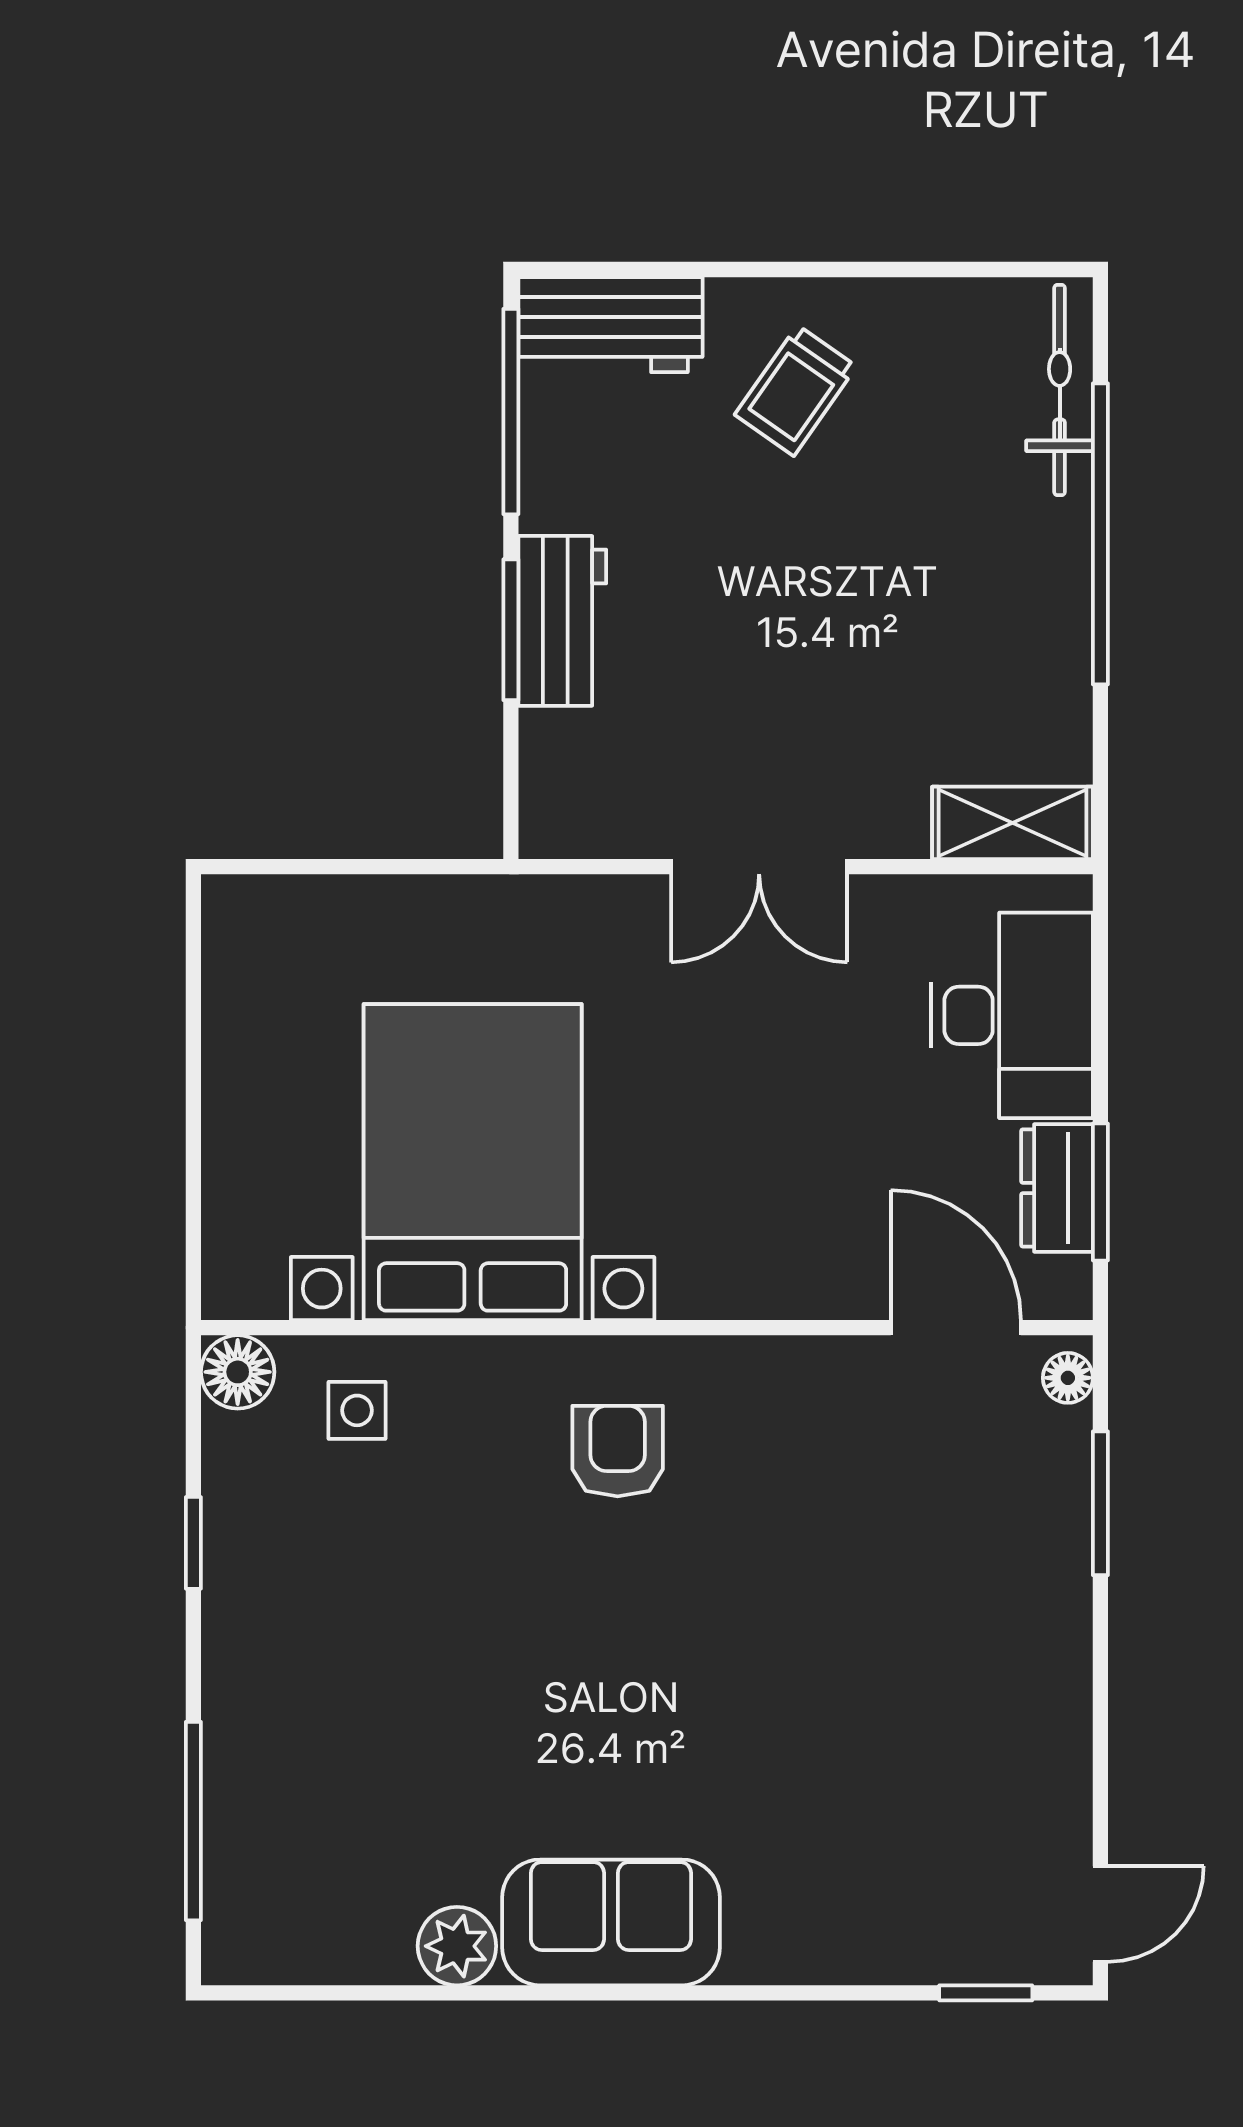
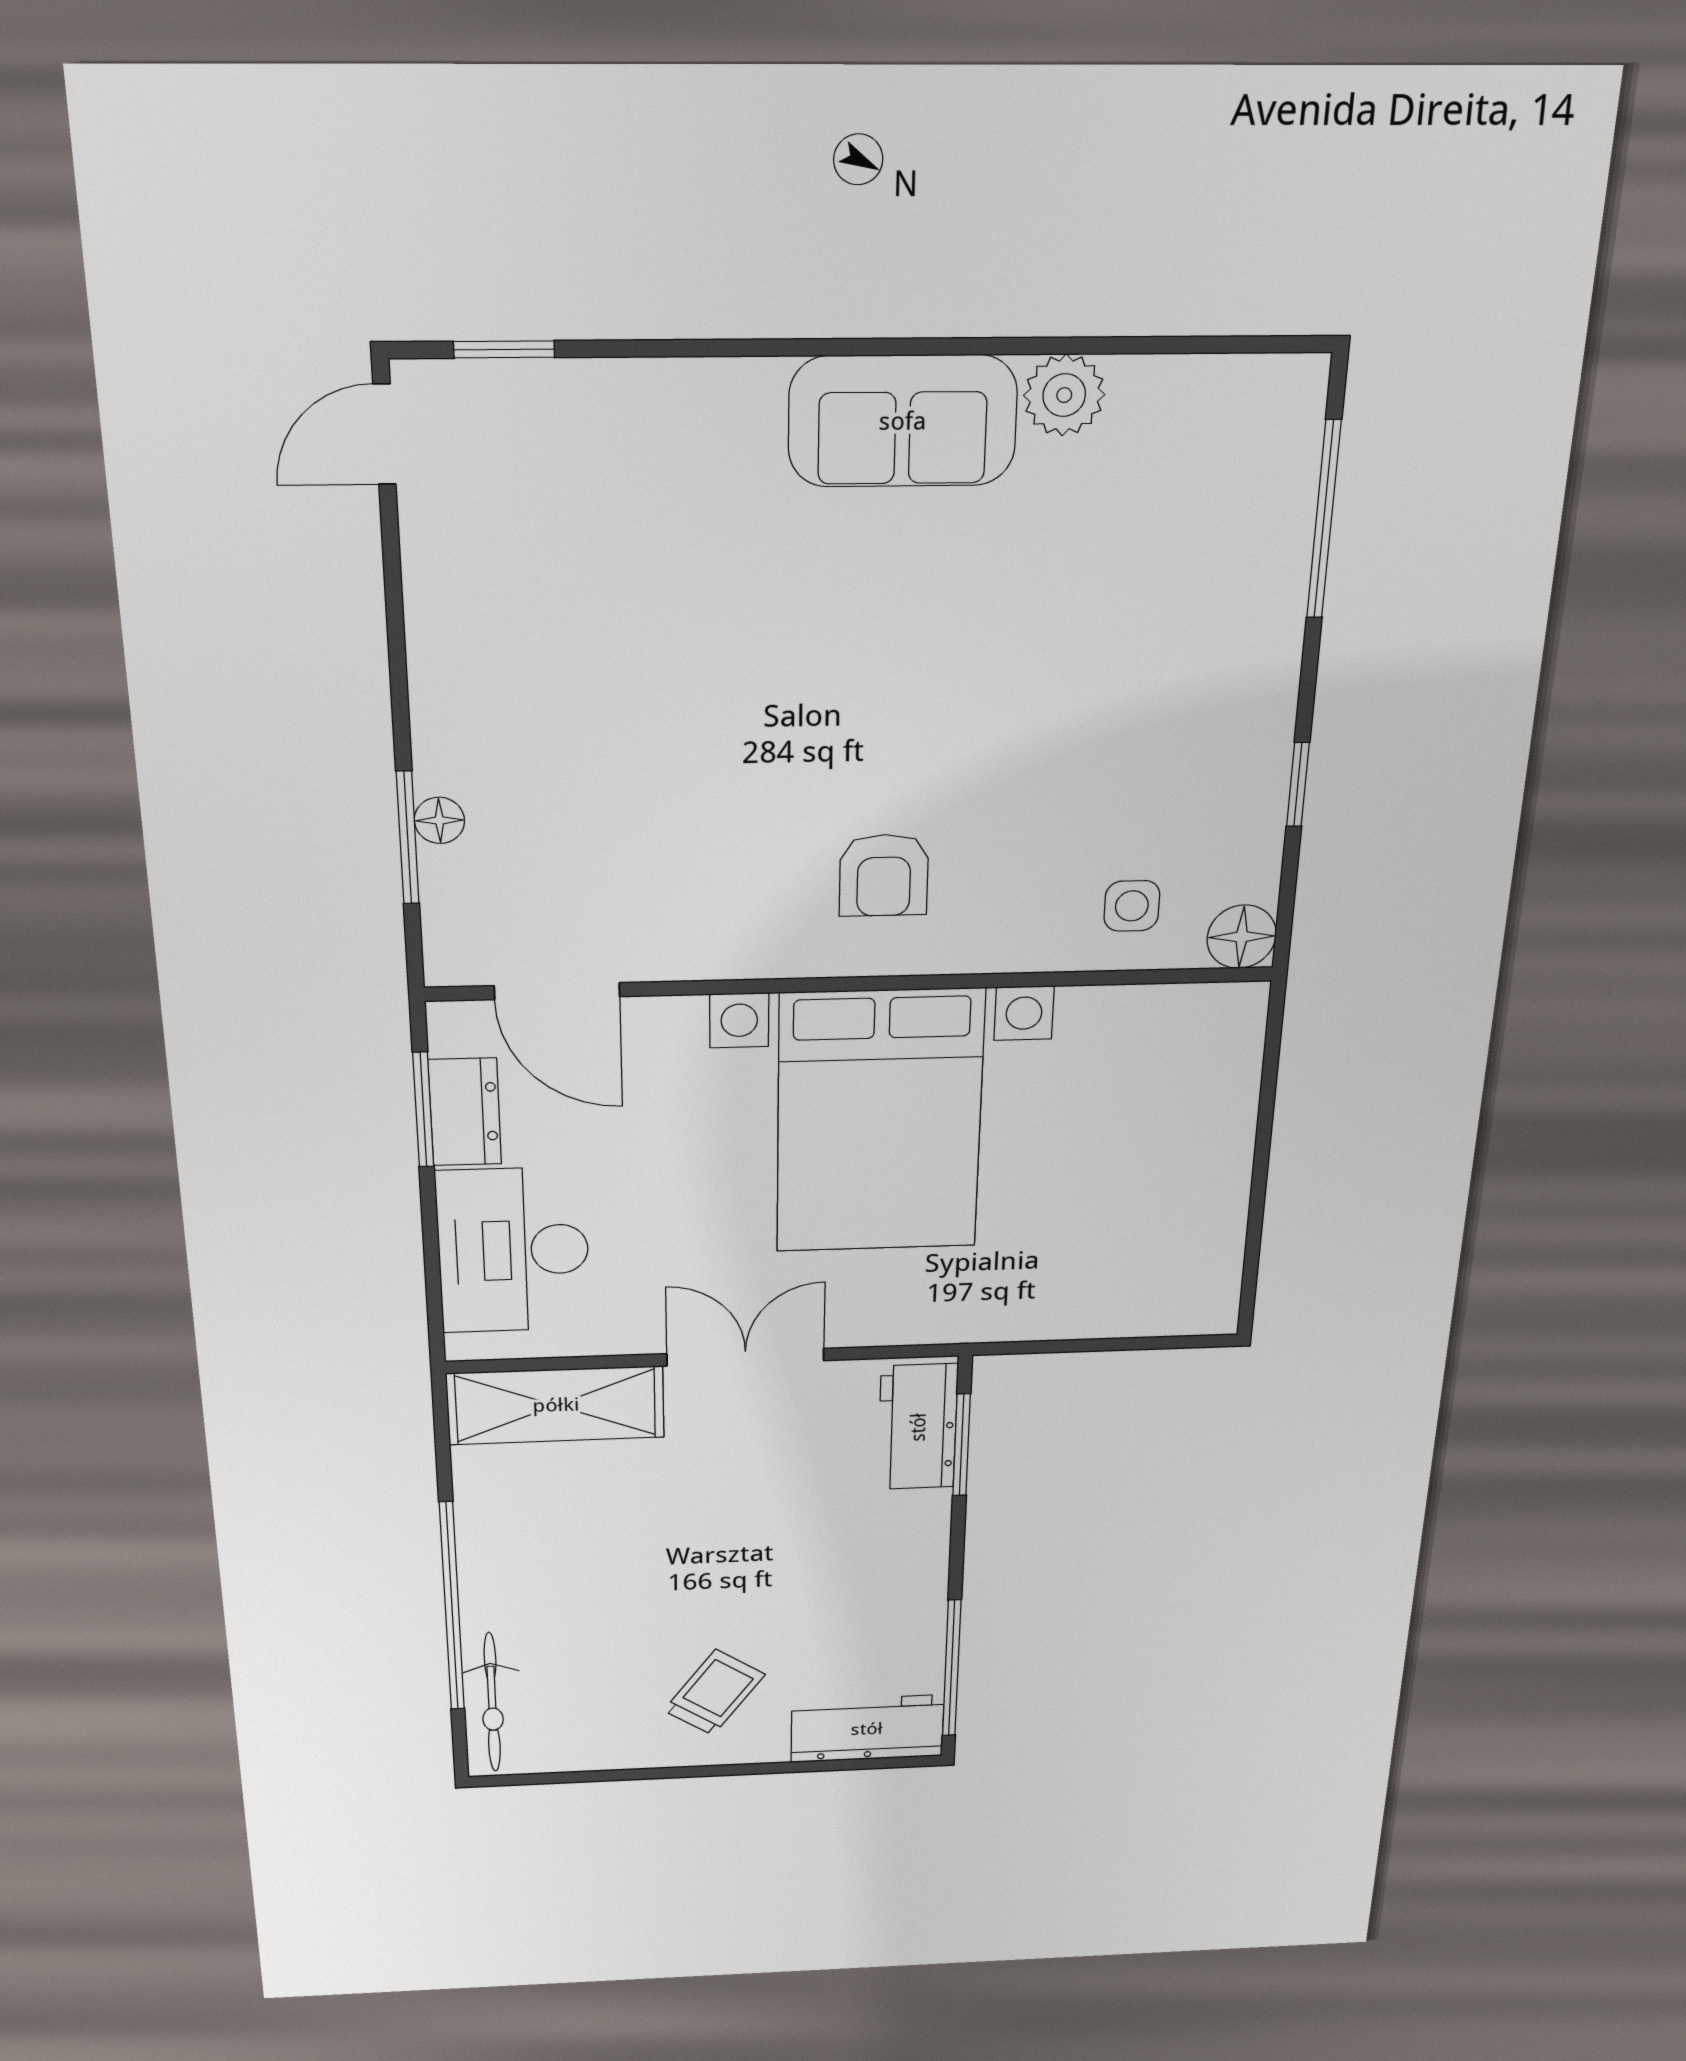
workbench: (562, 621) -> (918, 1427), moved
window: (511, 630) -> (962, 1445), moved
shelving: (1012, 823) -> (556, 1405), width x1.50, depth x1.33
bed with nightstands: (473, 1162) -> (879, 1122), moved
floor lamp: (1068, 1378) -> (439, 820), moved

